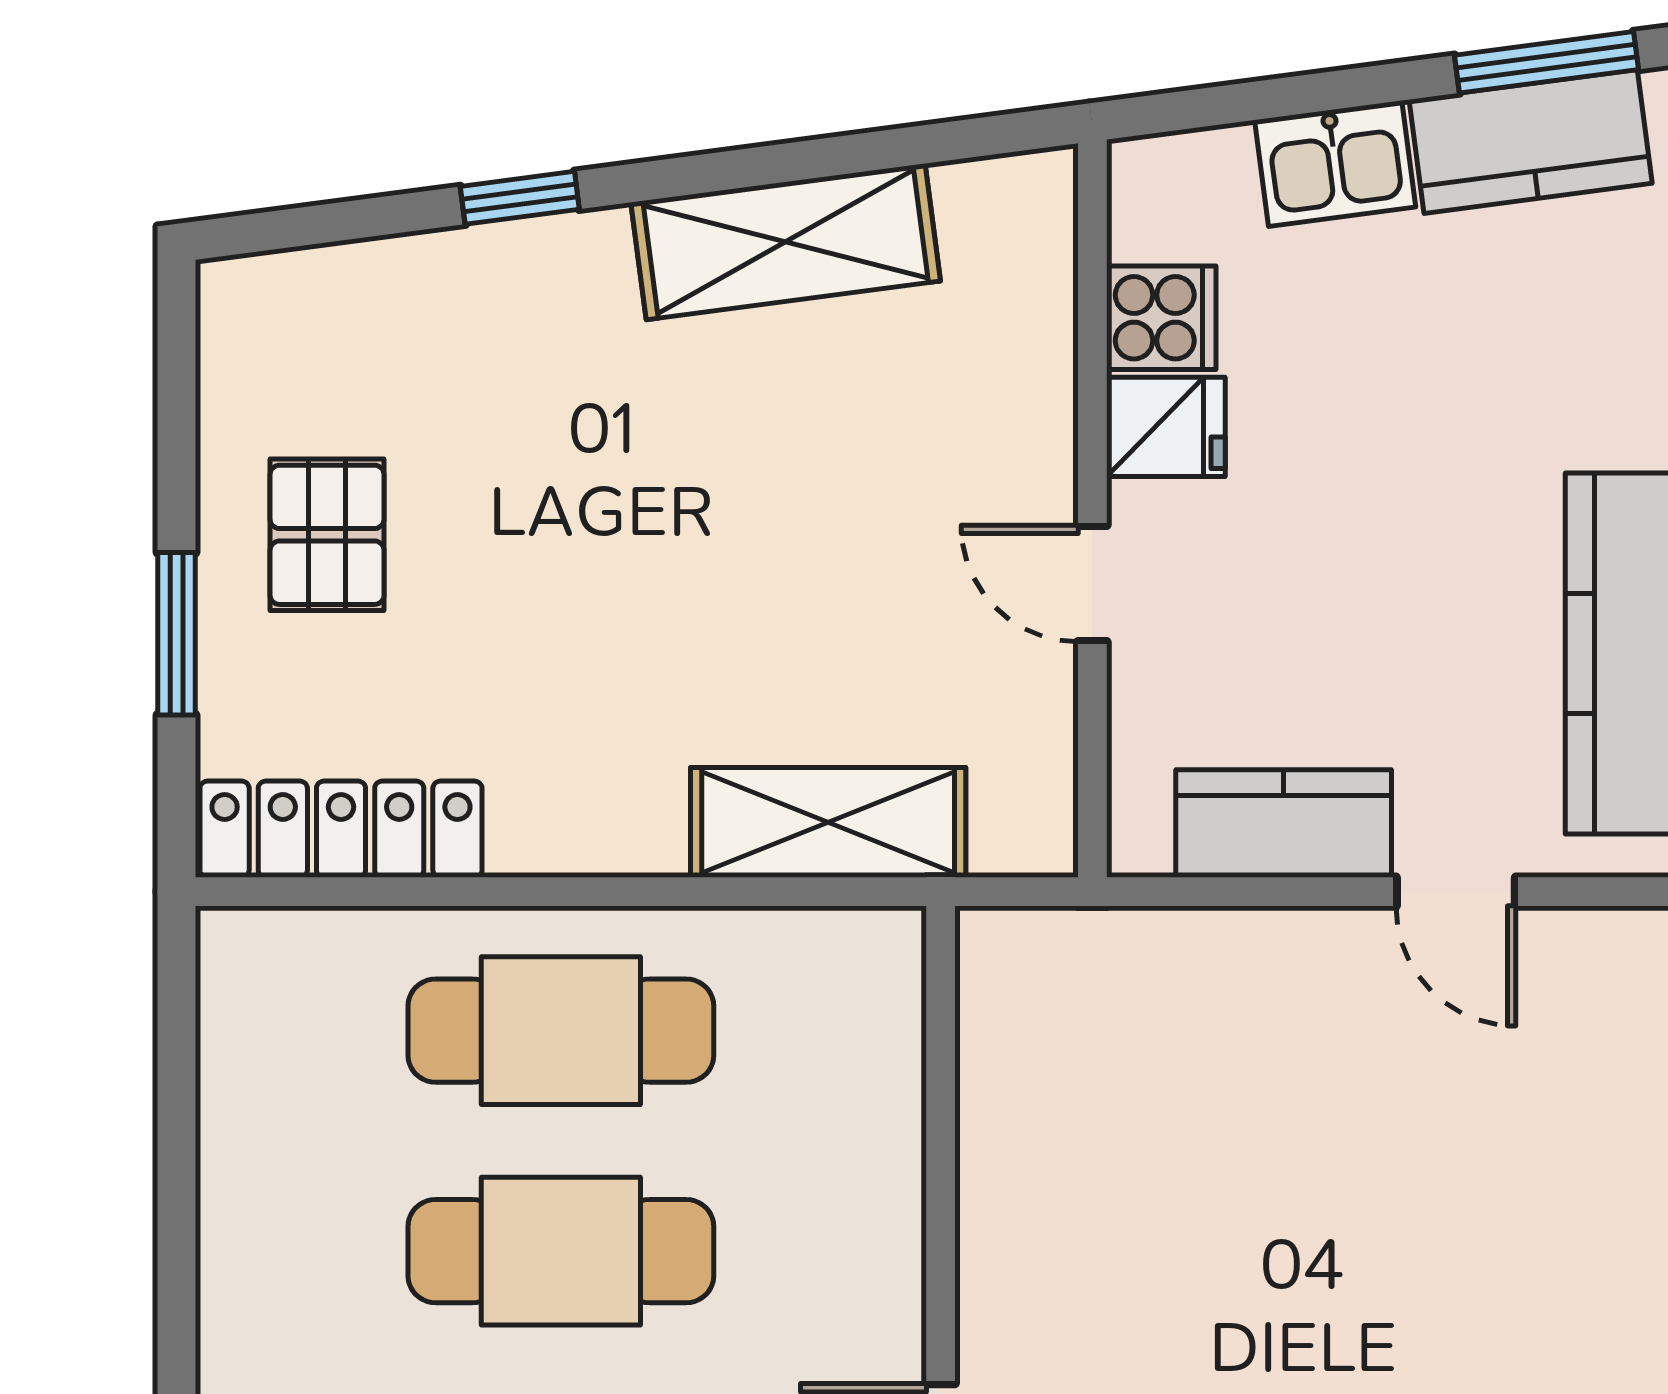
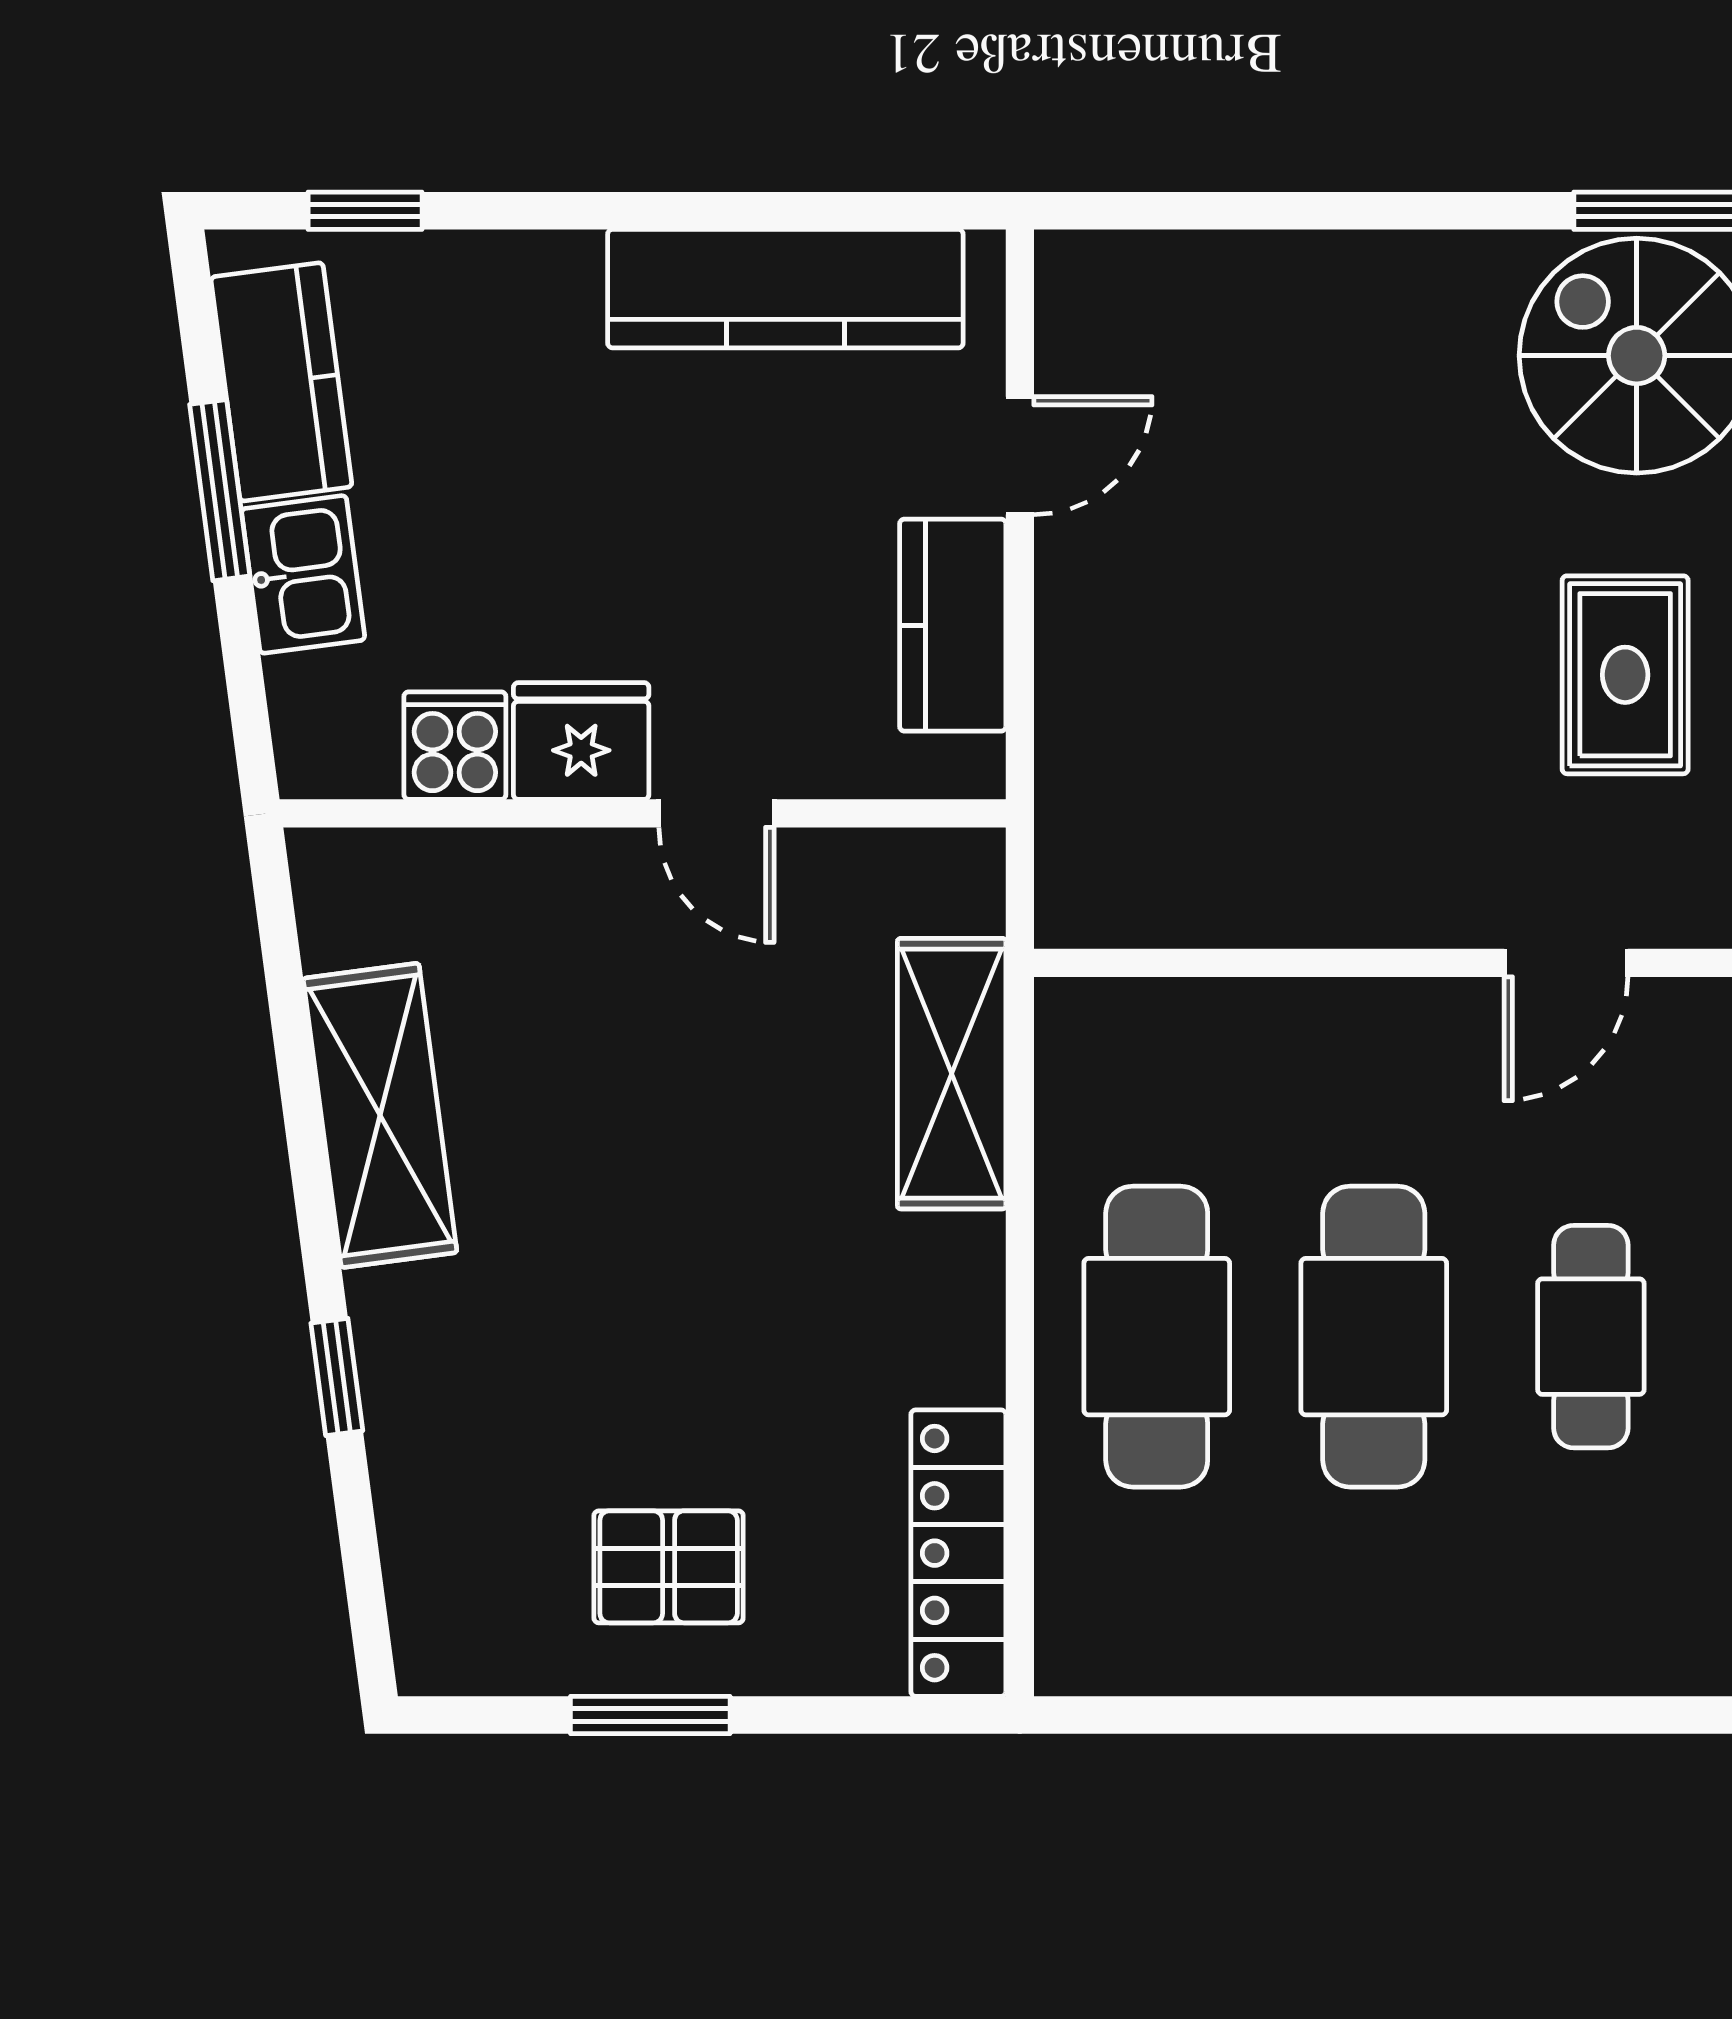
window: (1547, 62) -> (220, 490), moved
fridge: (1166, 427) -> (581, 741), width x1.38
door: (1092, 583) -> (716, 813), hinge flipped
window: (177, 634) -> (650, 1715), moved

